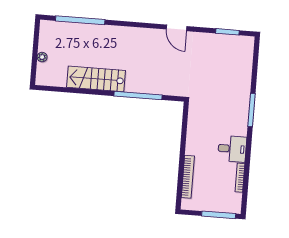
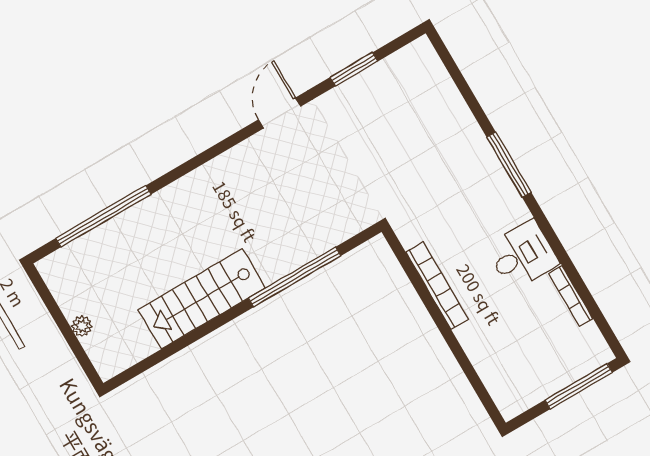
door: (176, 28) -> (279, 113), swing flipped
window: (227, 32) -> (354, 69), moved
bookcase: (188, 177) -> (437, 286), moved

